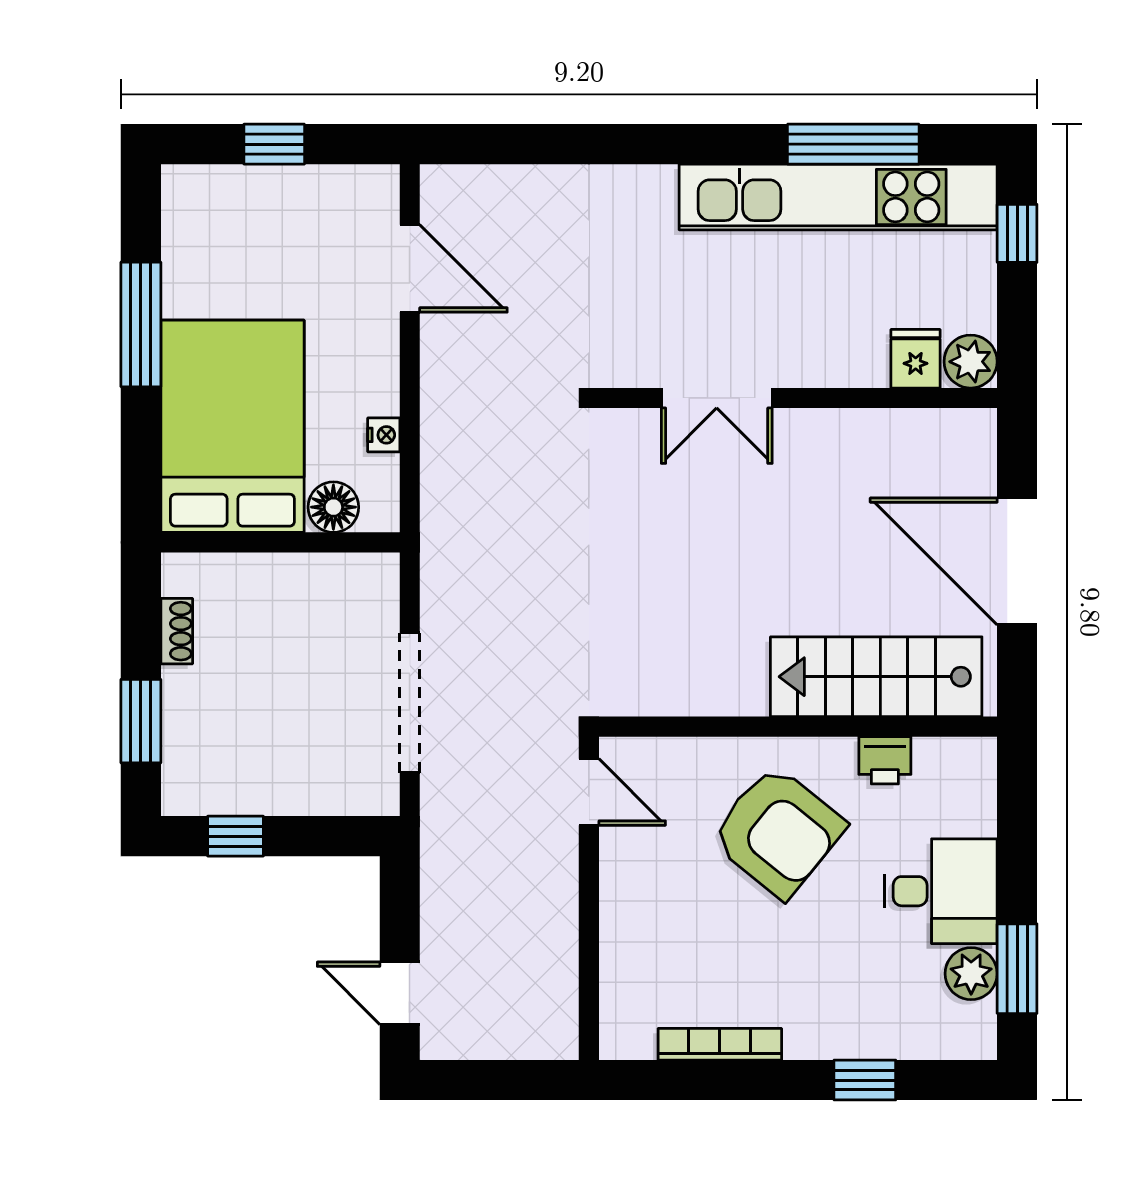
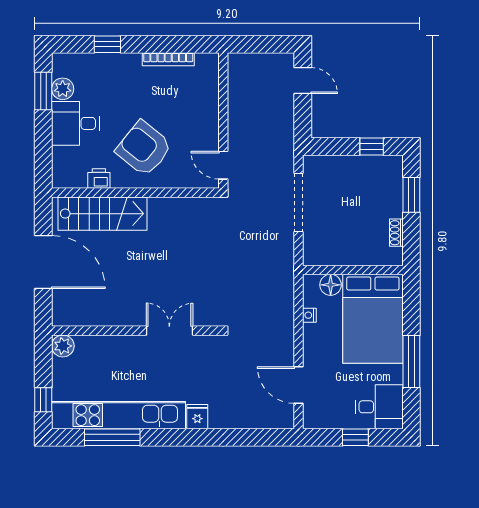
desk: (218, 217) -> (379, 407), added
fridge: (916, 359) -> (197, 417), moved, turned 180

